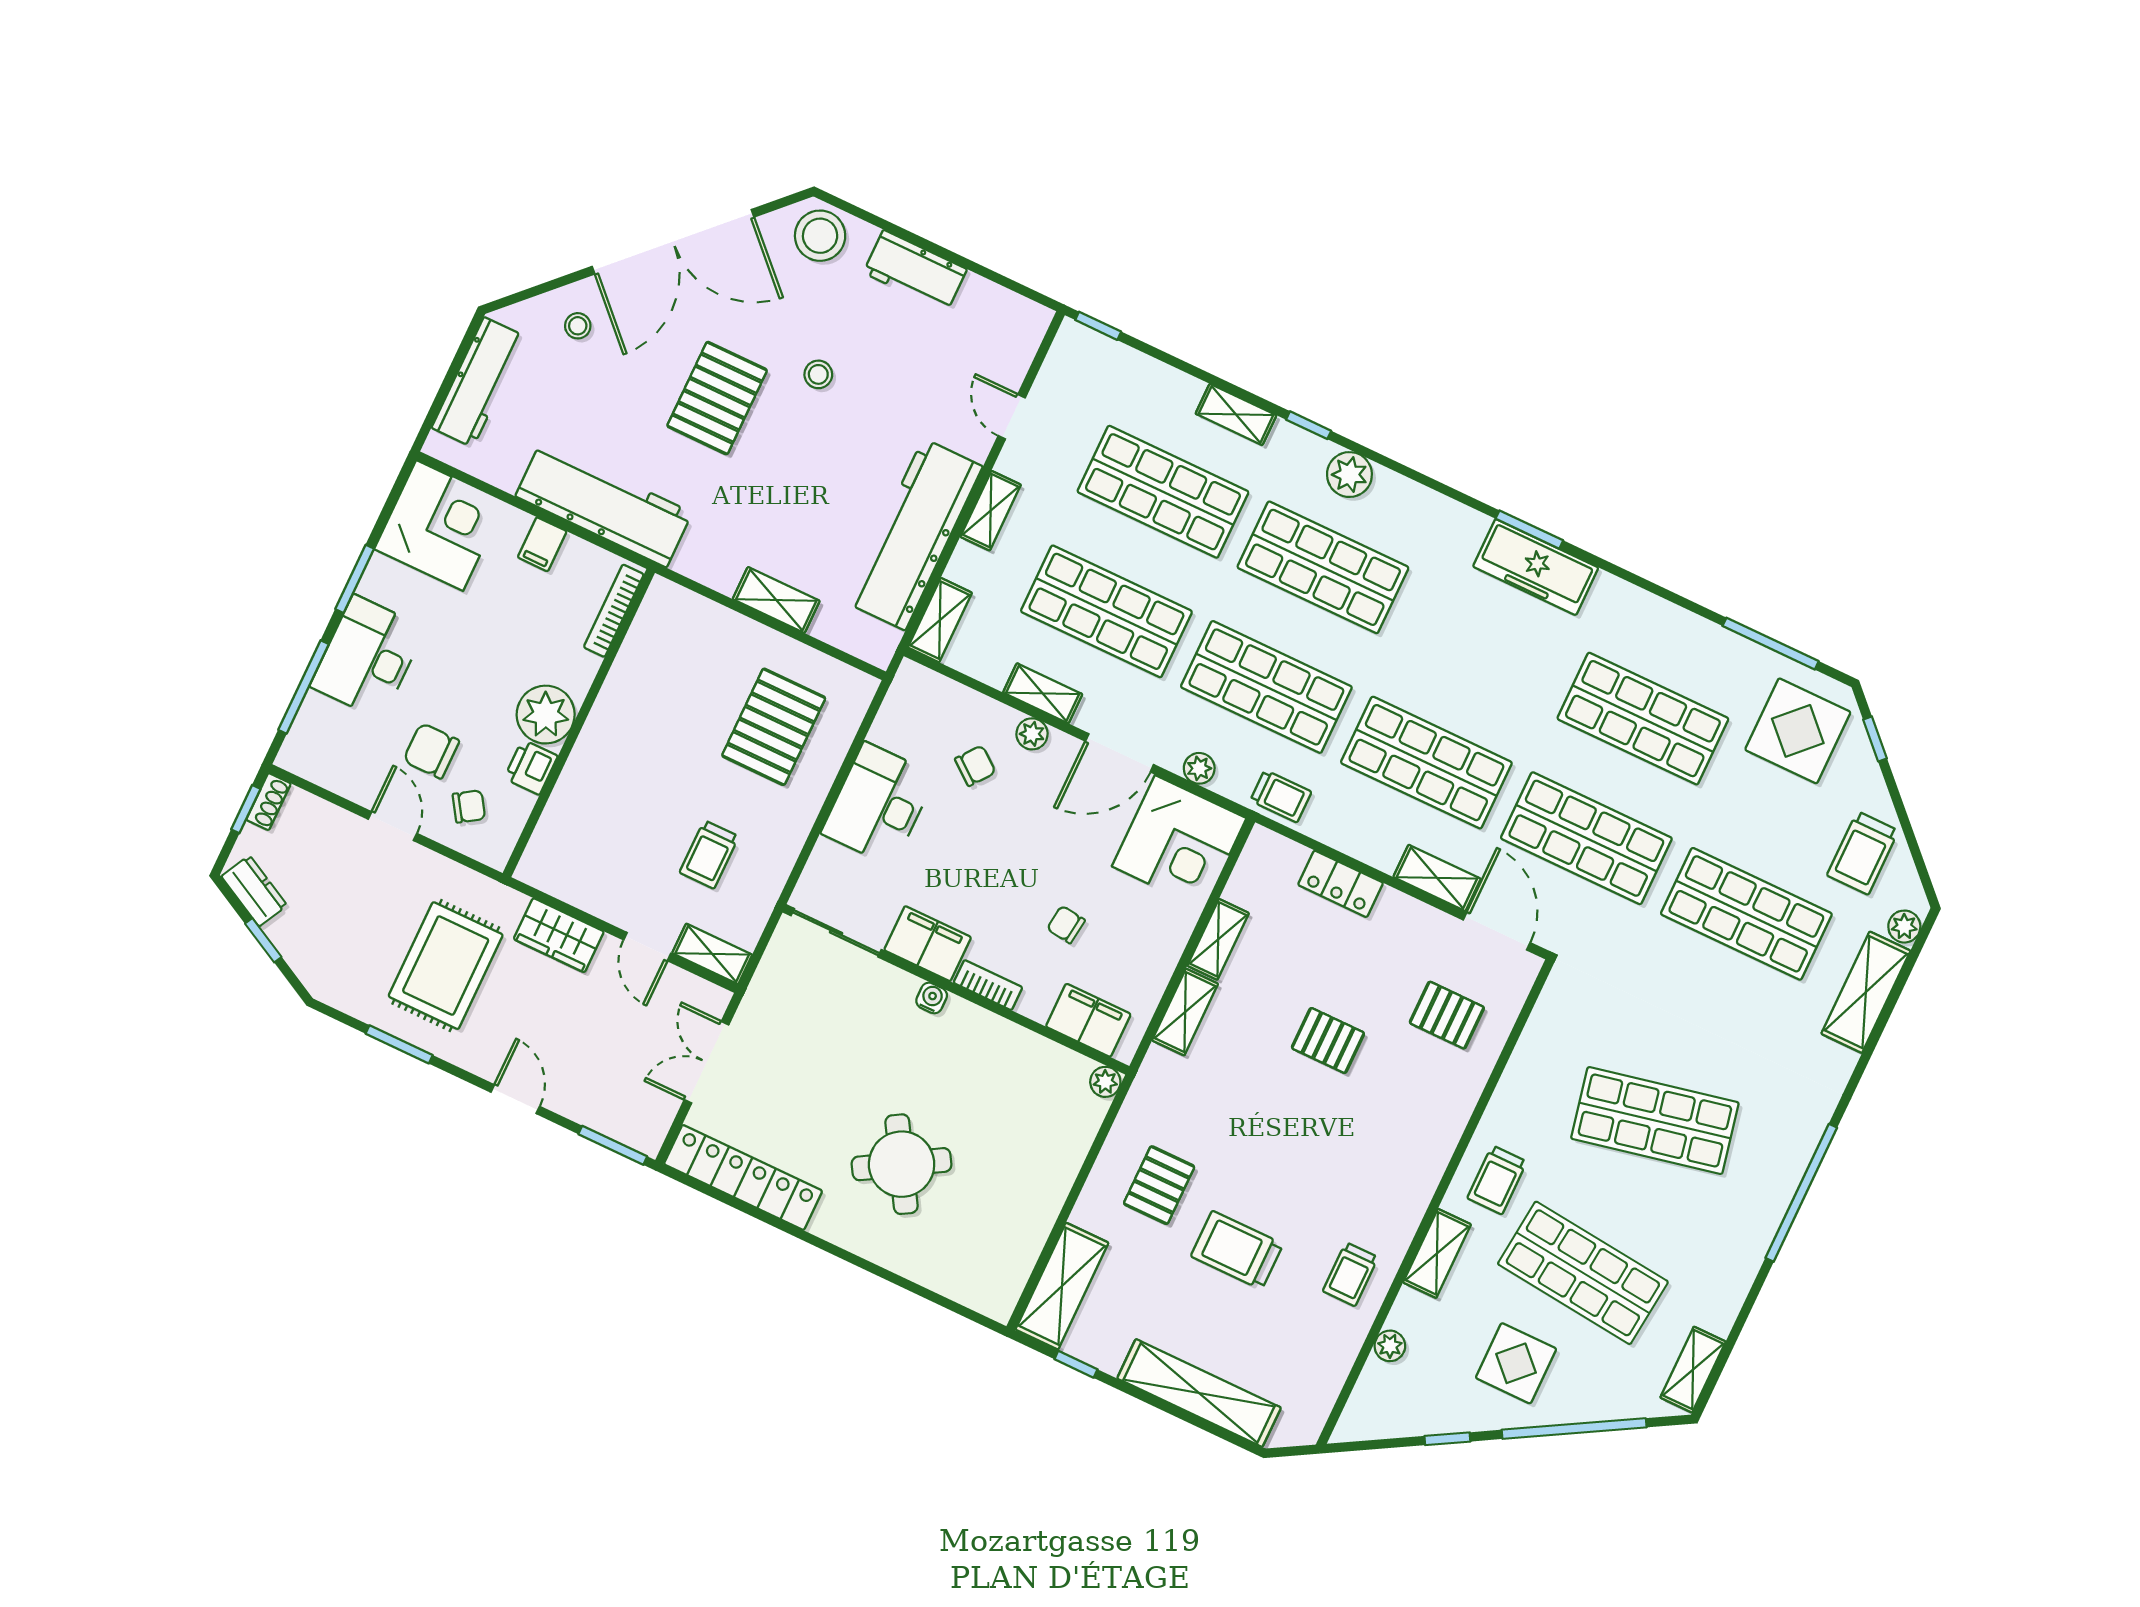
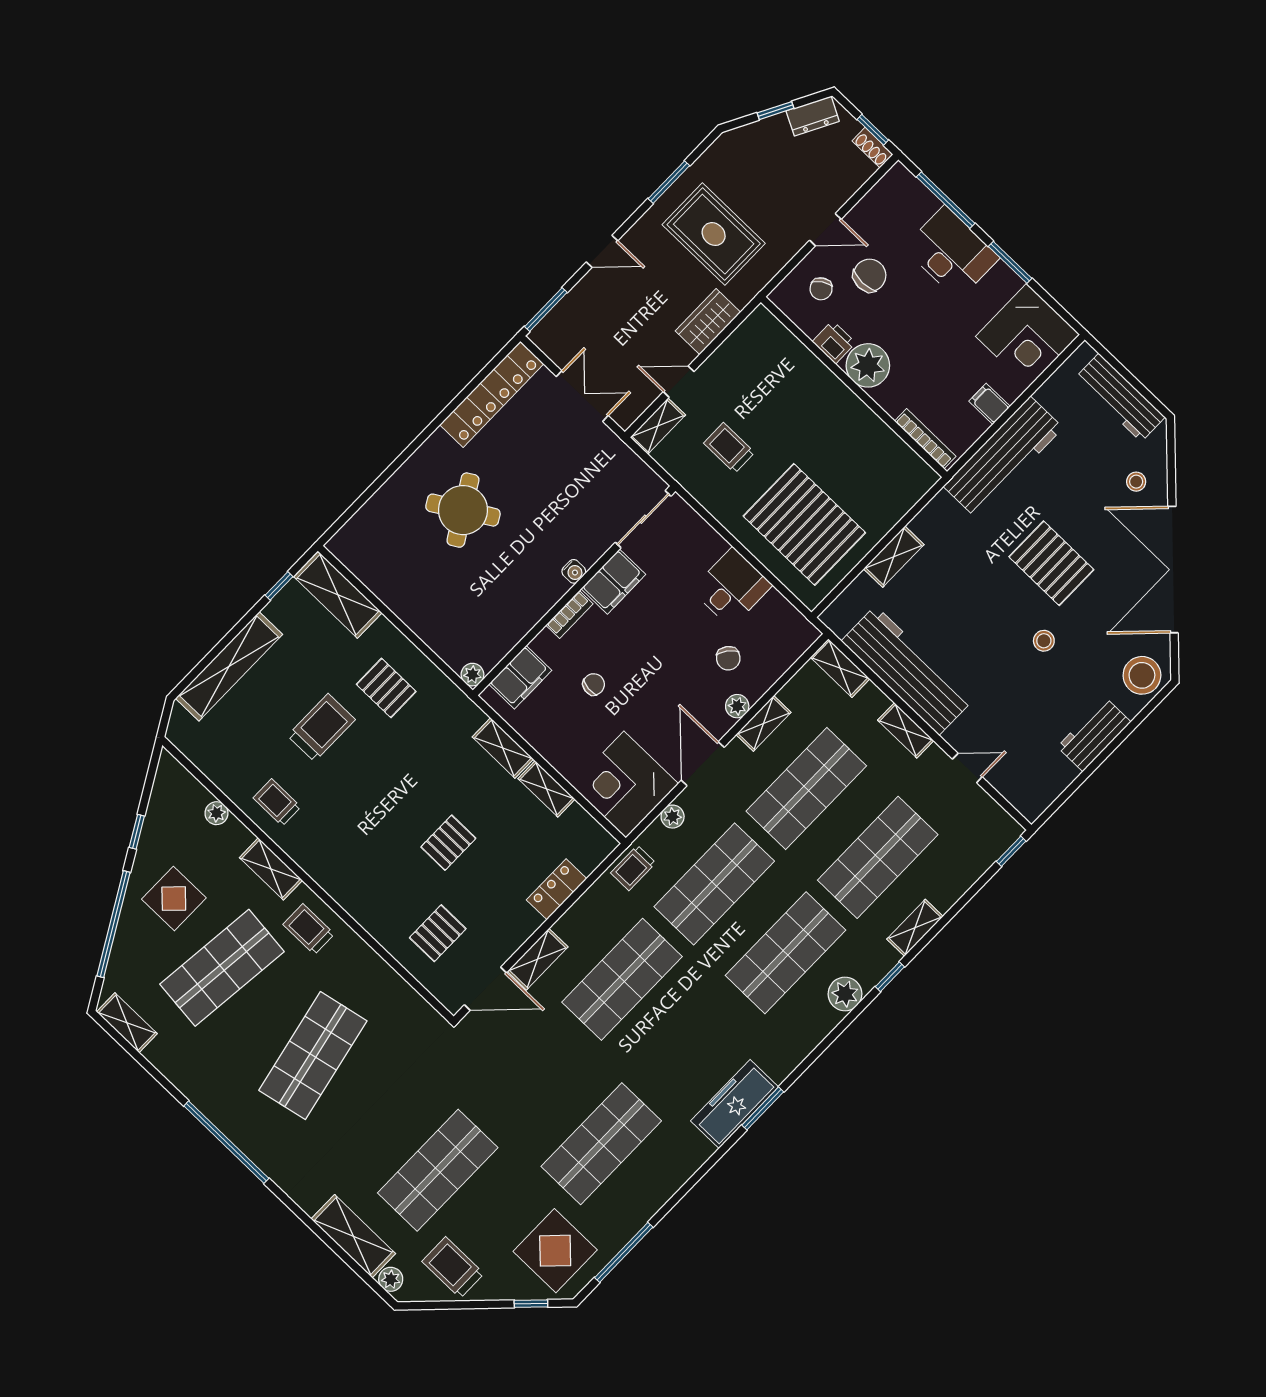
pallet: (774, 727) -> (804, 524), width x1.37, depth x1.41
desk: (878, 804) -> (732, 587), width x0.73
shop shelf: (1586, 838) -> (530, 1075), removed

